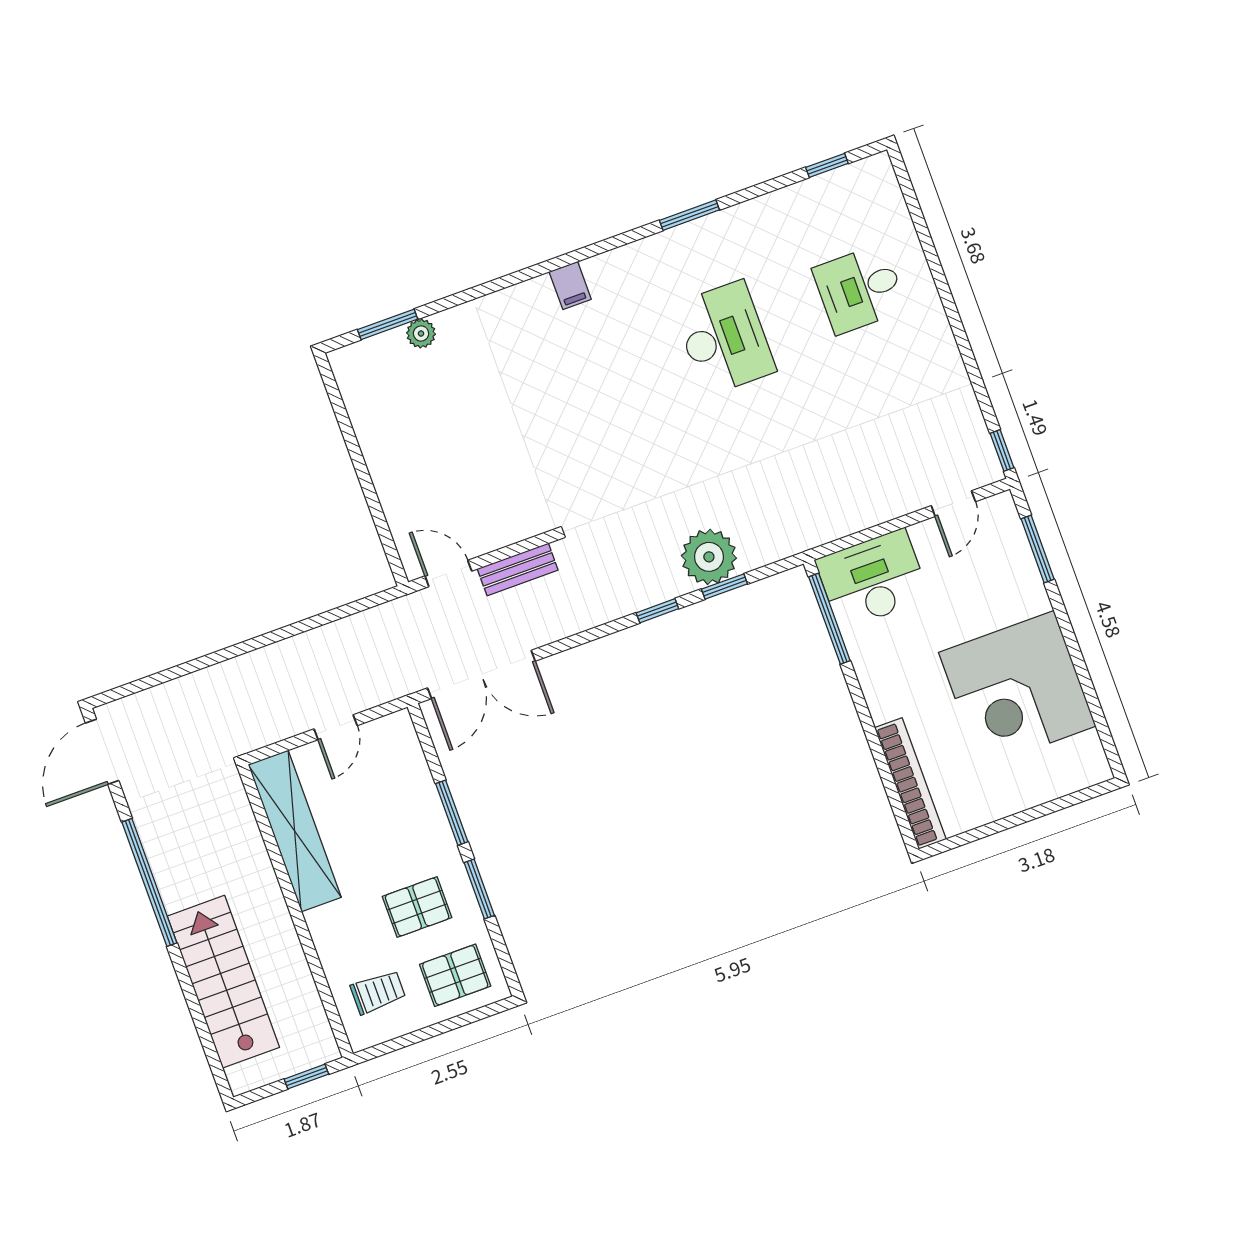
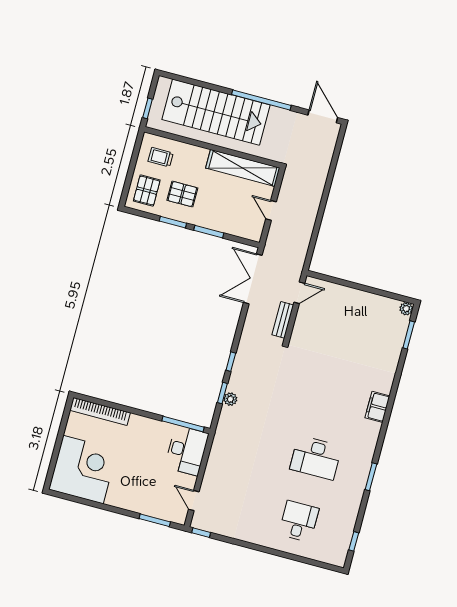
filing cabinet: (570, 286) -> (377, 407), width x2.00
plant: (421, 334) -> (406, 309), moved
plant: (709, 557) -> (230, 399), width x0.53, depth x0.53
corner desk: (1017, 689) -> (83, 470), moved, turned 90
pallet: (417, 907) -> (182, 194), turned 90
stairs: (223, 982) -> (216, 112), width x1.36, depth x1.51
trolley: (378, 992) -> (161, 157), turned 90

